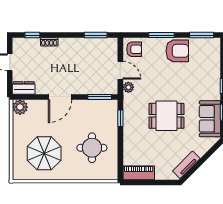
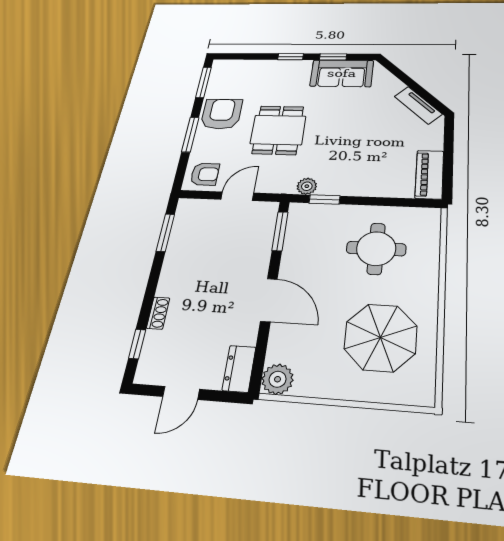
armchair: (134, 49) -> (205, 174), turned 90
plant: (128, 87) -> (307, 186), moved
dining table: (166, 116) -> (278, 130), moved

